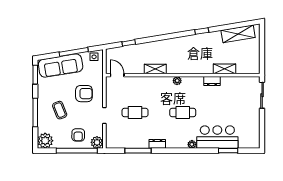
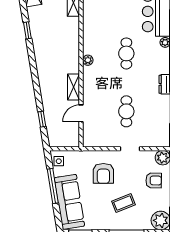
door: (117, 75) -> (81, 113), moved
dresser: (212, 81) -> (88, 18), removed
armchair: (84, 94) -> (103, 173), turned 180

